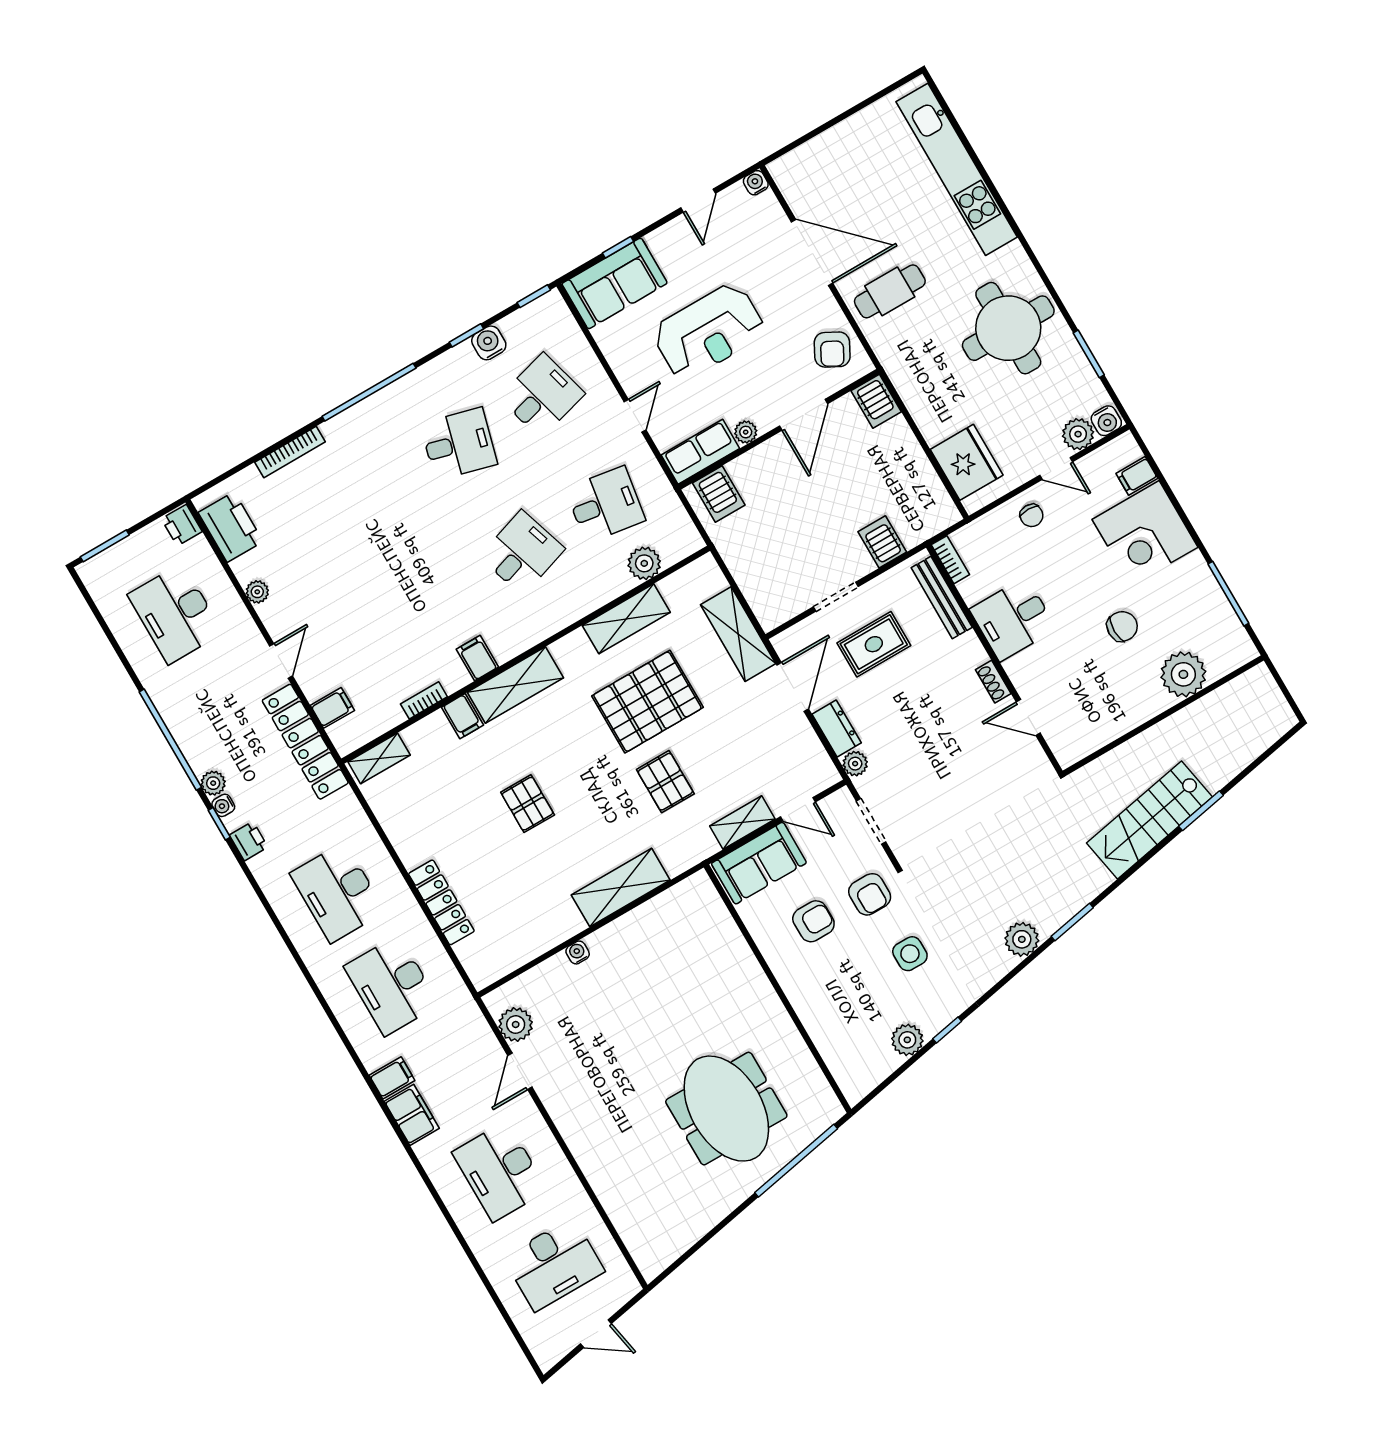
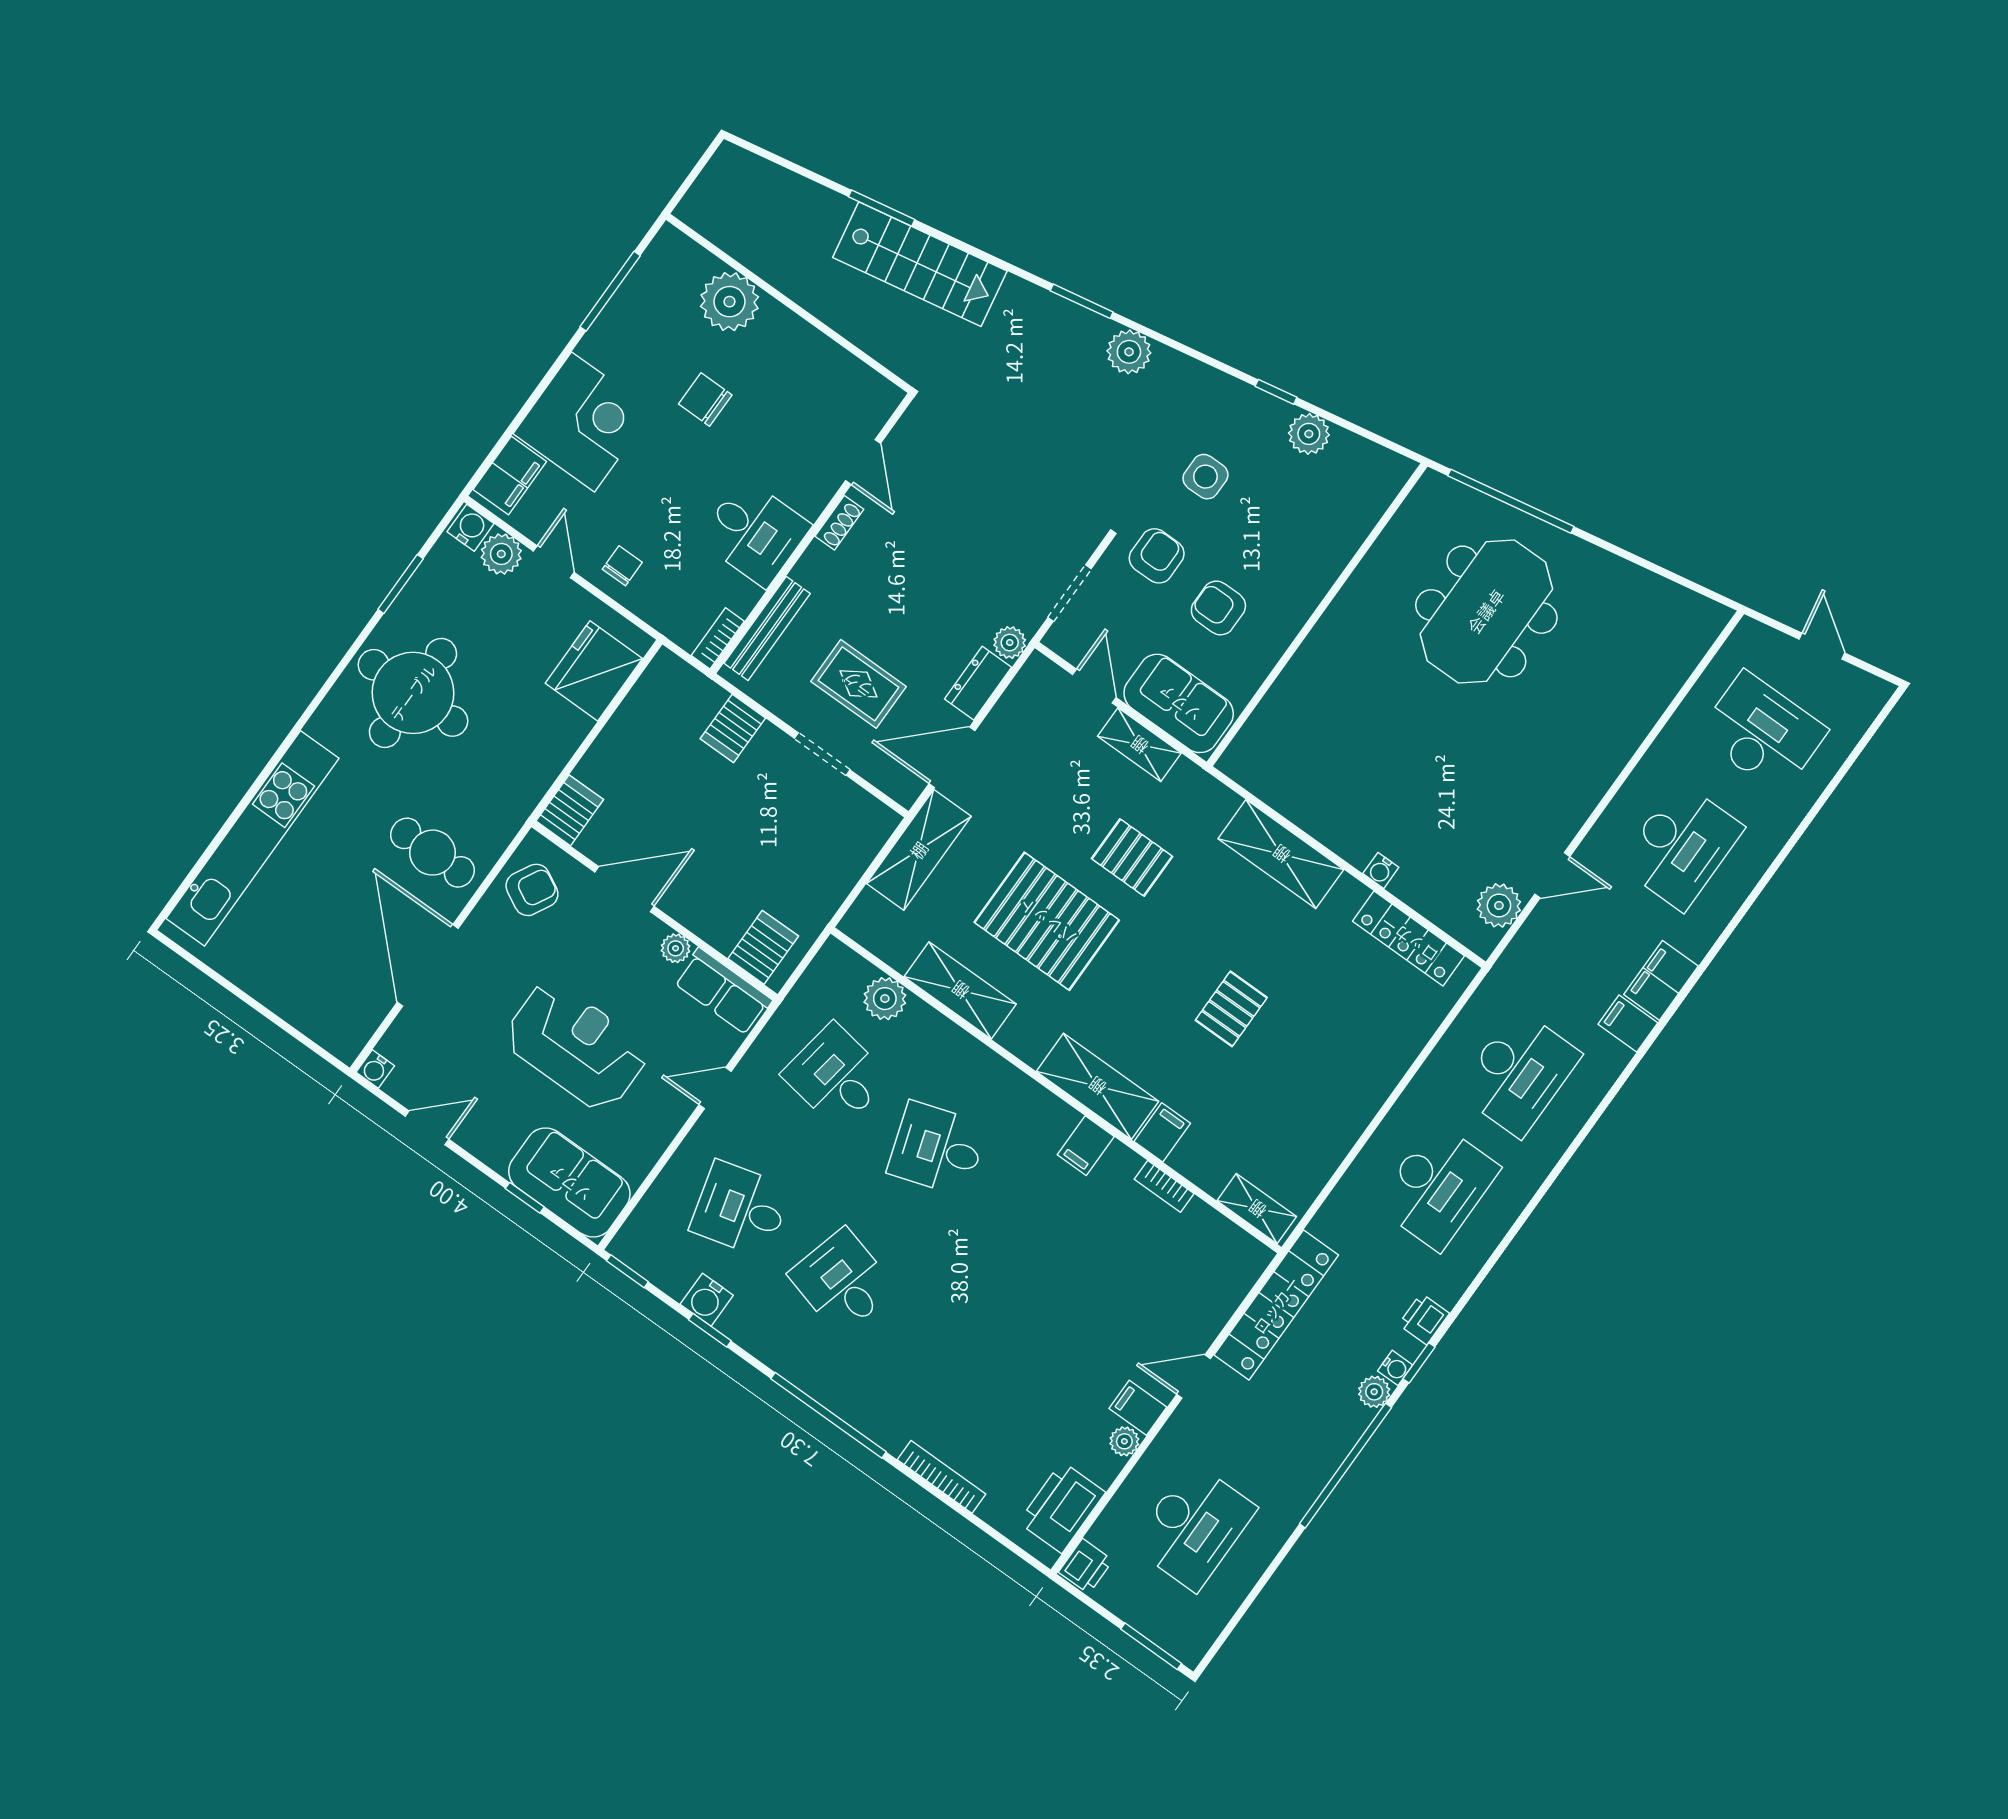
filing cabinet: (1137, 476) -> (510, 475), width x2.00
filing cabinet: (332, 708) -> (1138, 1408), moved
pallet: (665, 782) -> (1132, 858), turned 90
locker: (441, 902) -> (1409, 939), moved, turned -90

